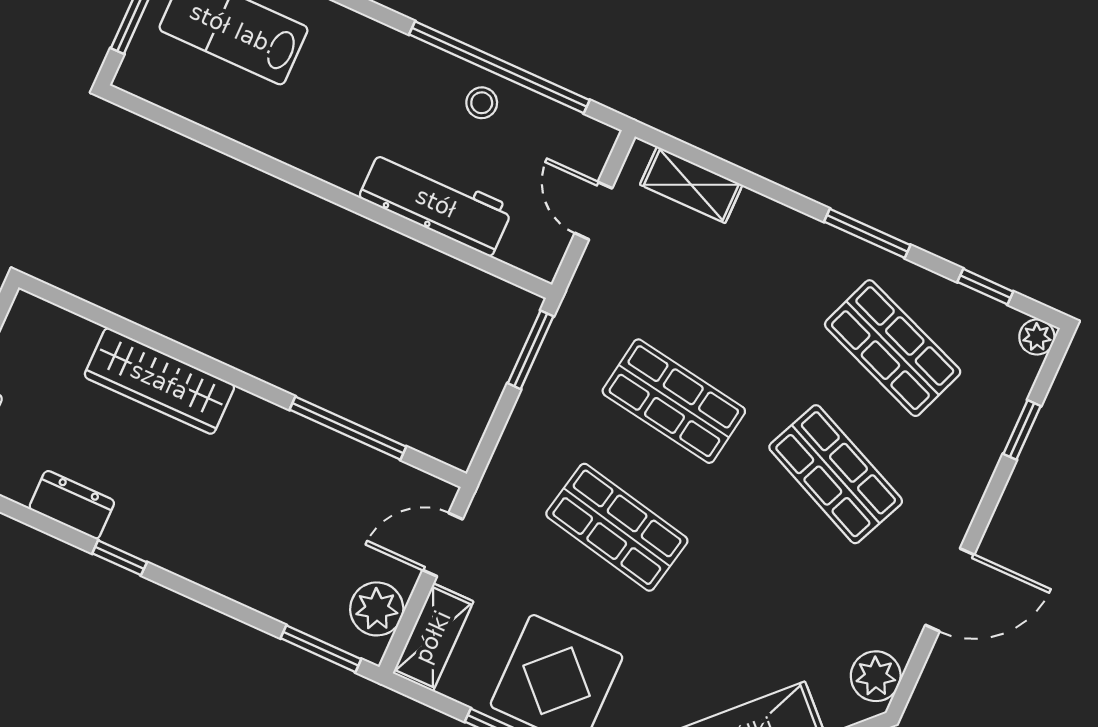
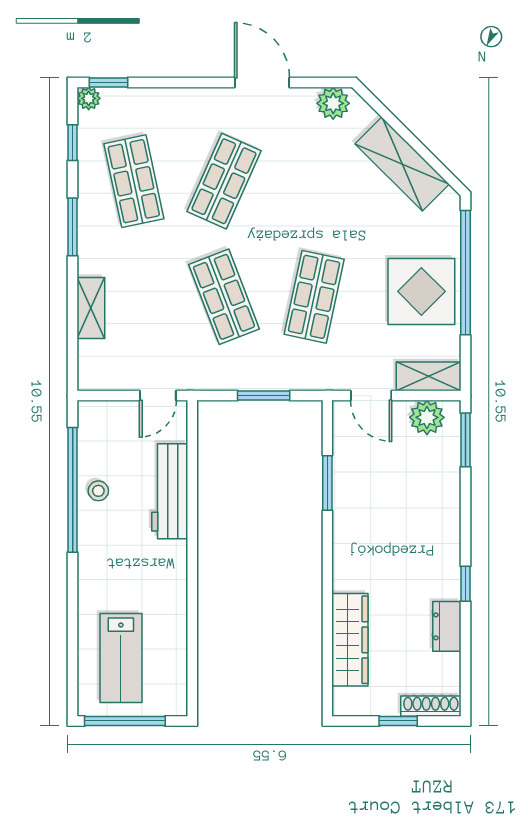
shelving: (691, 185) -> (91, 308), moved
door: (593, 211) -> (158, 396), moved
shop shelf: (893, 348) -> (134, 181), turned -33
window: (531, 350) -> (264, 396), moved
wardrobe: (159, 381) -> (350, 640), moved
shop shelf: (674, 401) -> (224, 297), turned -30
window: (348, 428) -> (327, 483), width x0.69
window: (1022, 430) -> (109, 82), moved

